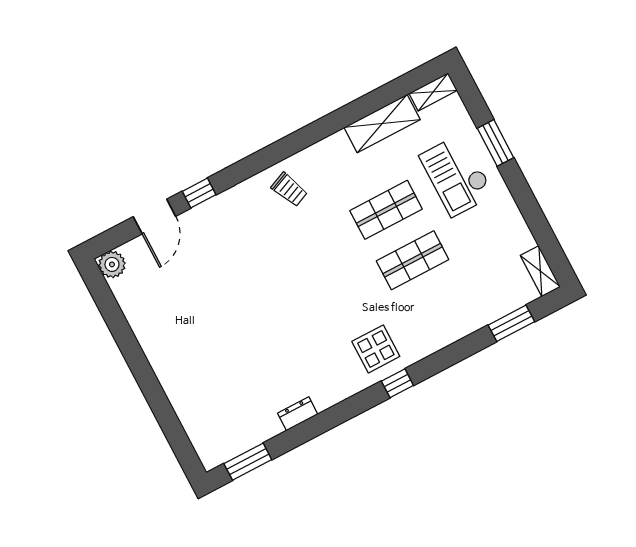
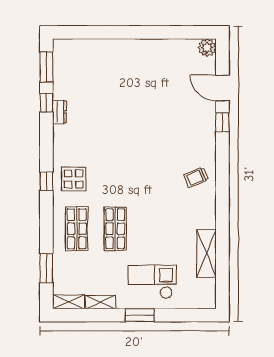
shelving: (433, 92) -> (101, 302), moved, turned 90
window: (495, 143) -> (140, 315), moved
shop shelf: (386, 210) -> (77, 229), moved
window: (295, 437) -> (46, 103), added

